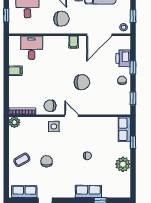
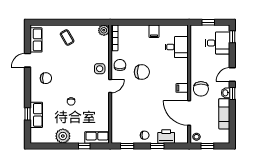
chair: (61, 19) -> (201, 89), moved
chair: (82, 82) -> (142, 72), moved, turned -90
chair: (47, 161) -> (46, 78), moved
row of seats: (88, 191) -> (36, 115), moved

